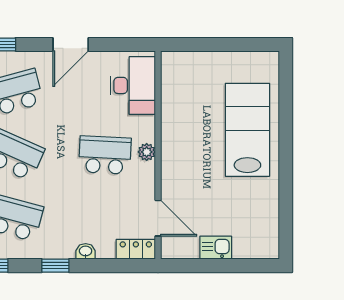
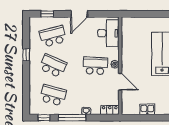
door: (158, 218) -> (120, 82), moved
window: (55, 266) -> (72, 118), width x2.17

